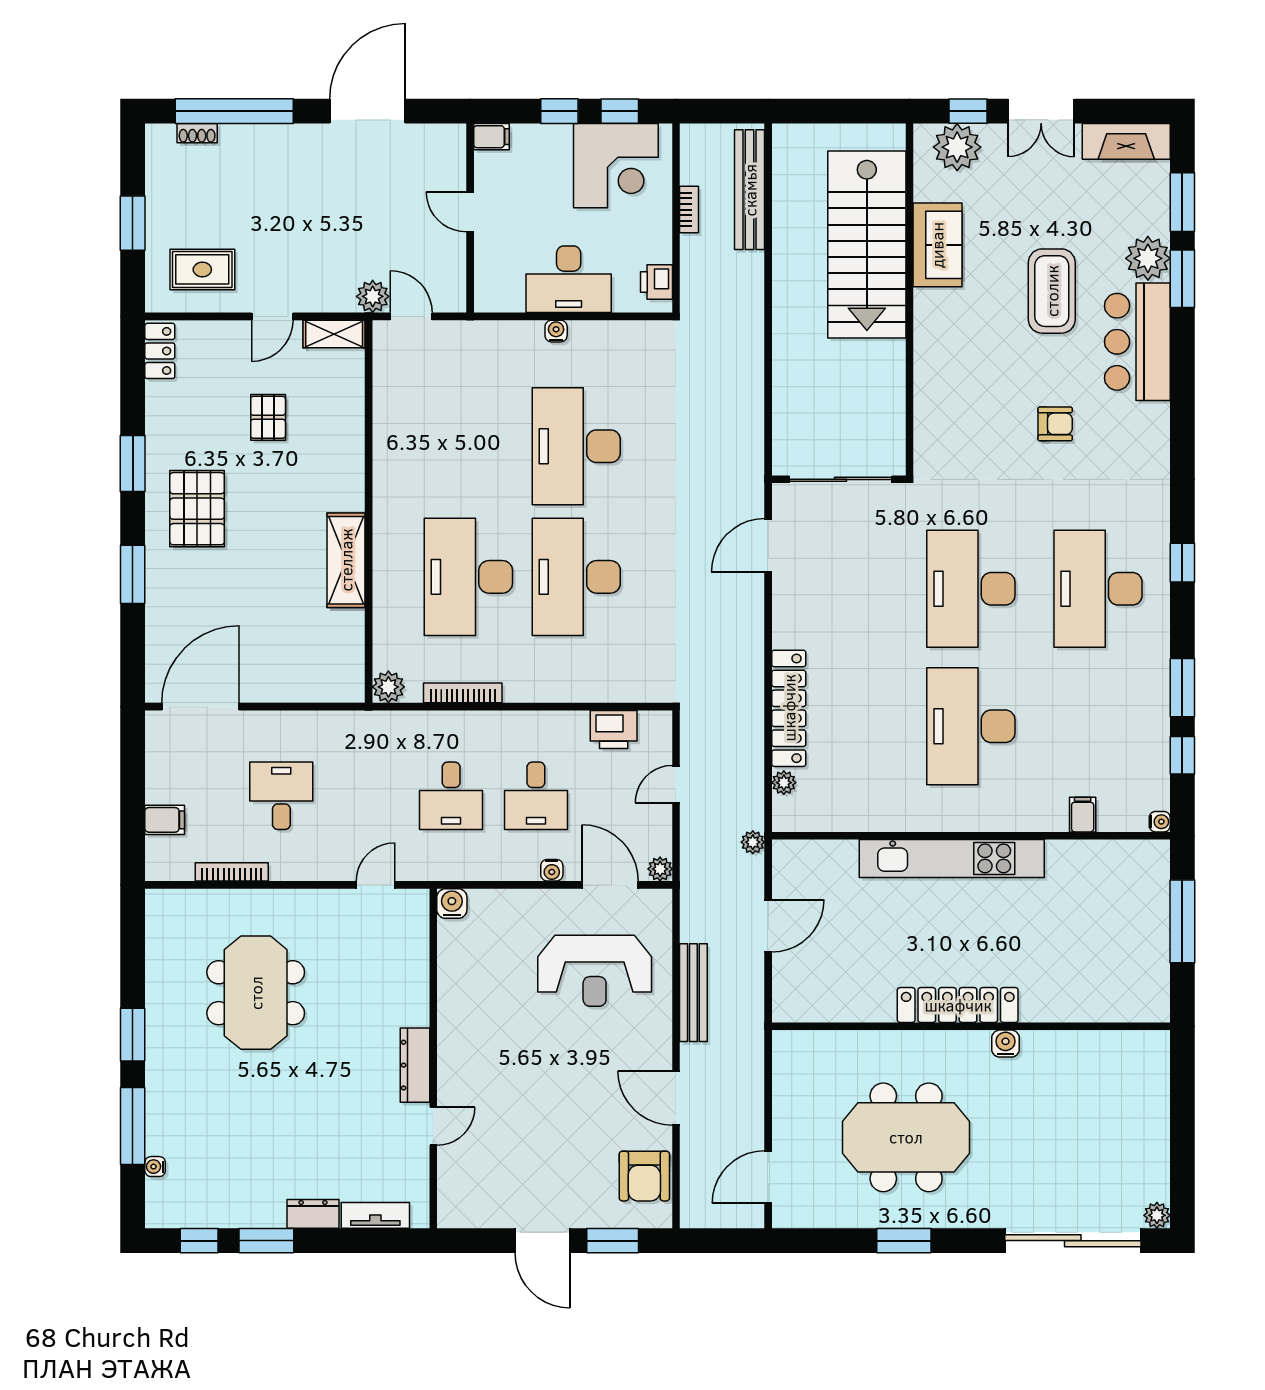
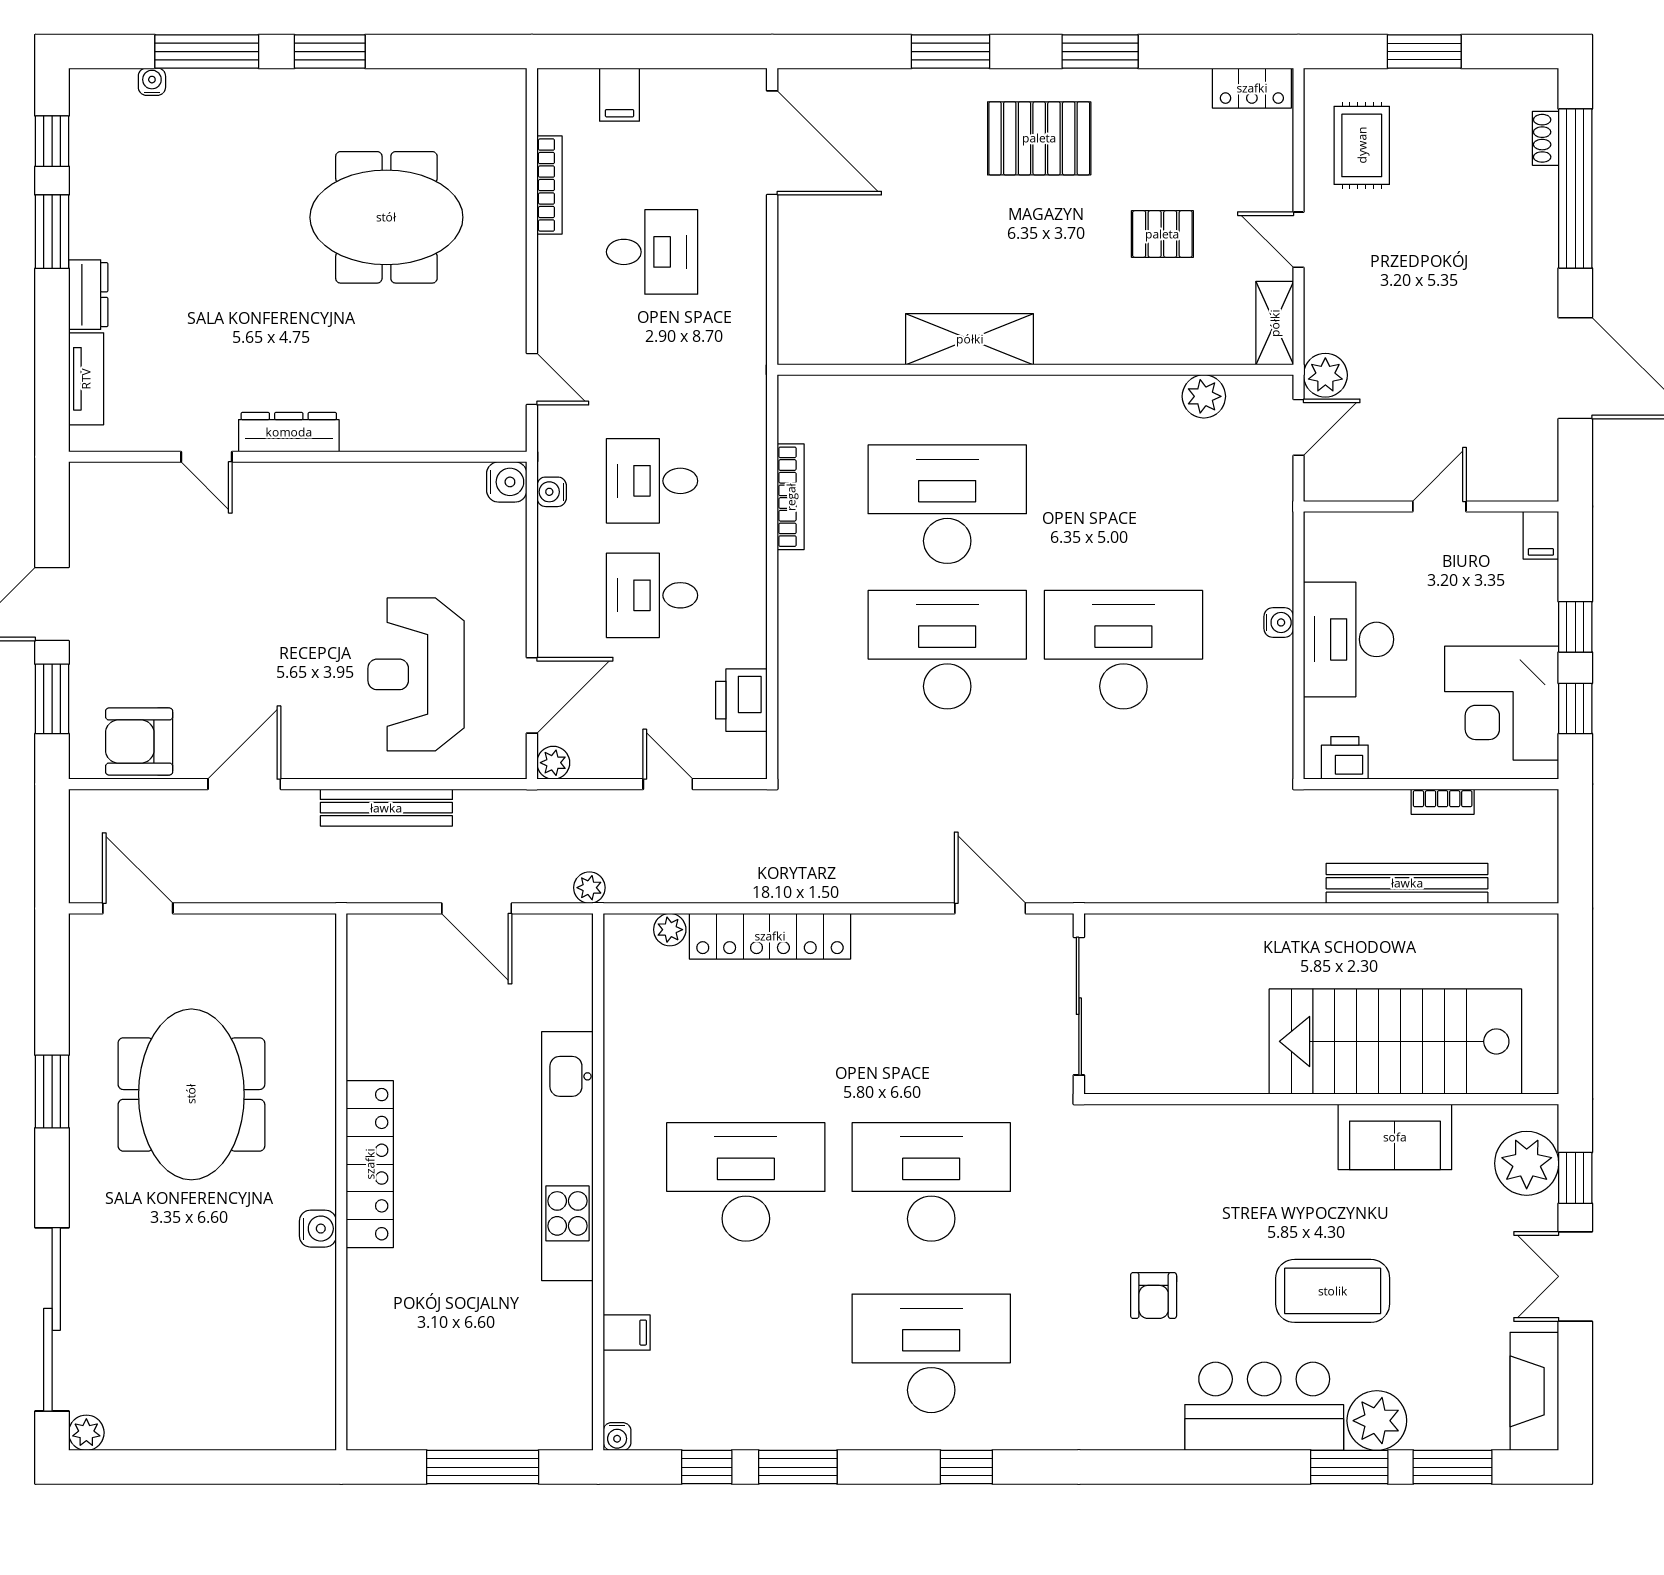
bench: (750, 190) -> (1407, 883), moved
plant: (388, 687) -> (1204, 396), moved
water cooler: (552, 870) -> (552, 492), moved

